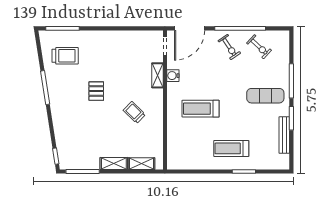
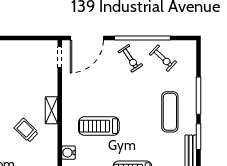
shelving: (157, 75) -> (52, 110), moved
water cooler: (173, 76) -> (69, 153), moved
exercise mat: (265, 96) -> (170, 112), turned 90

